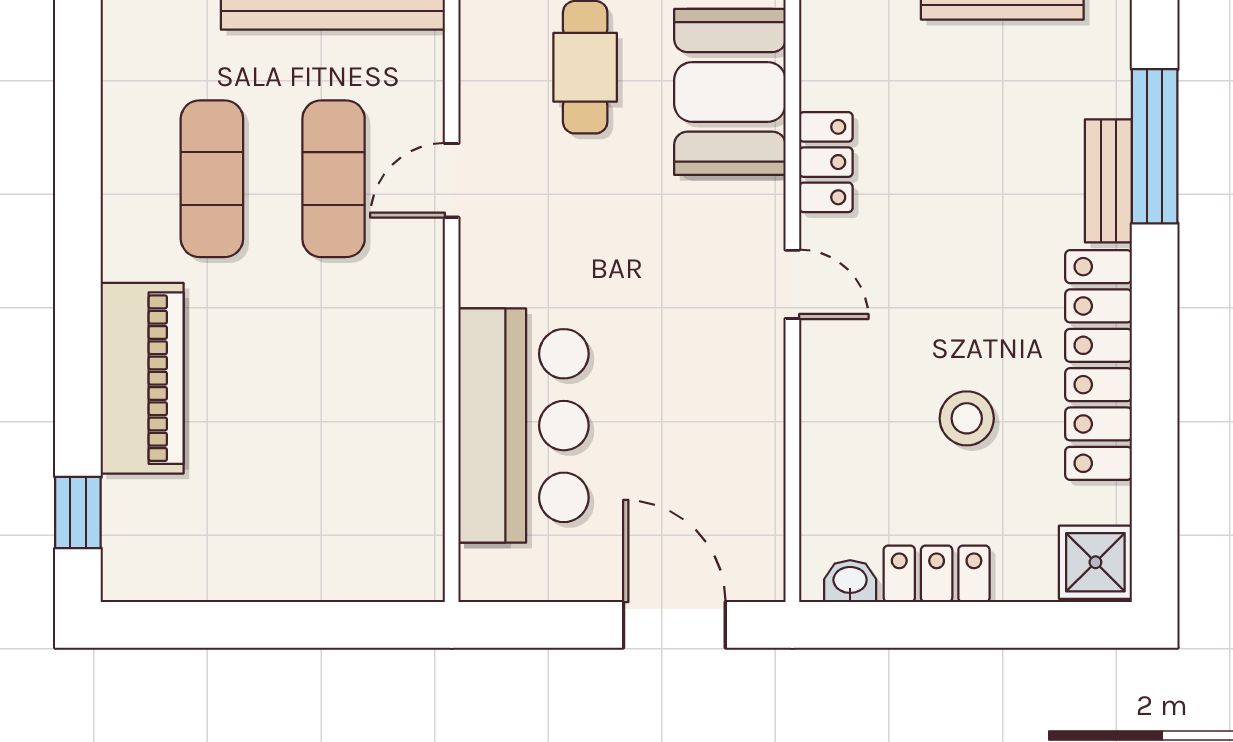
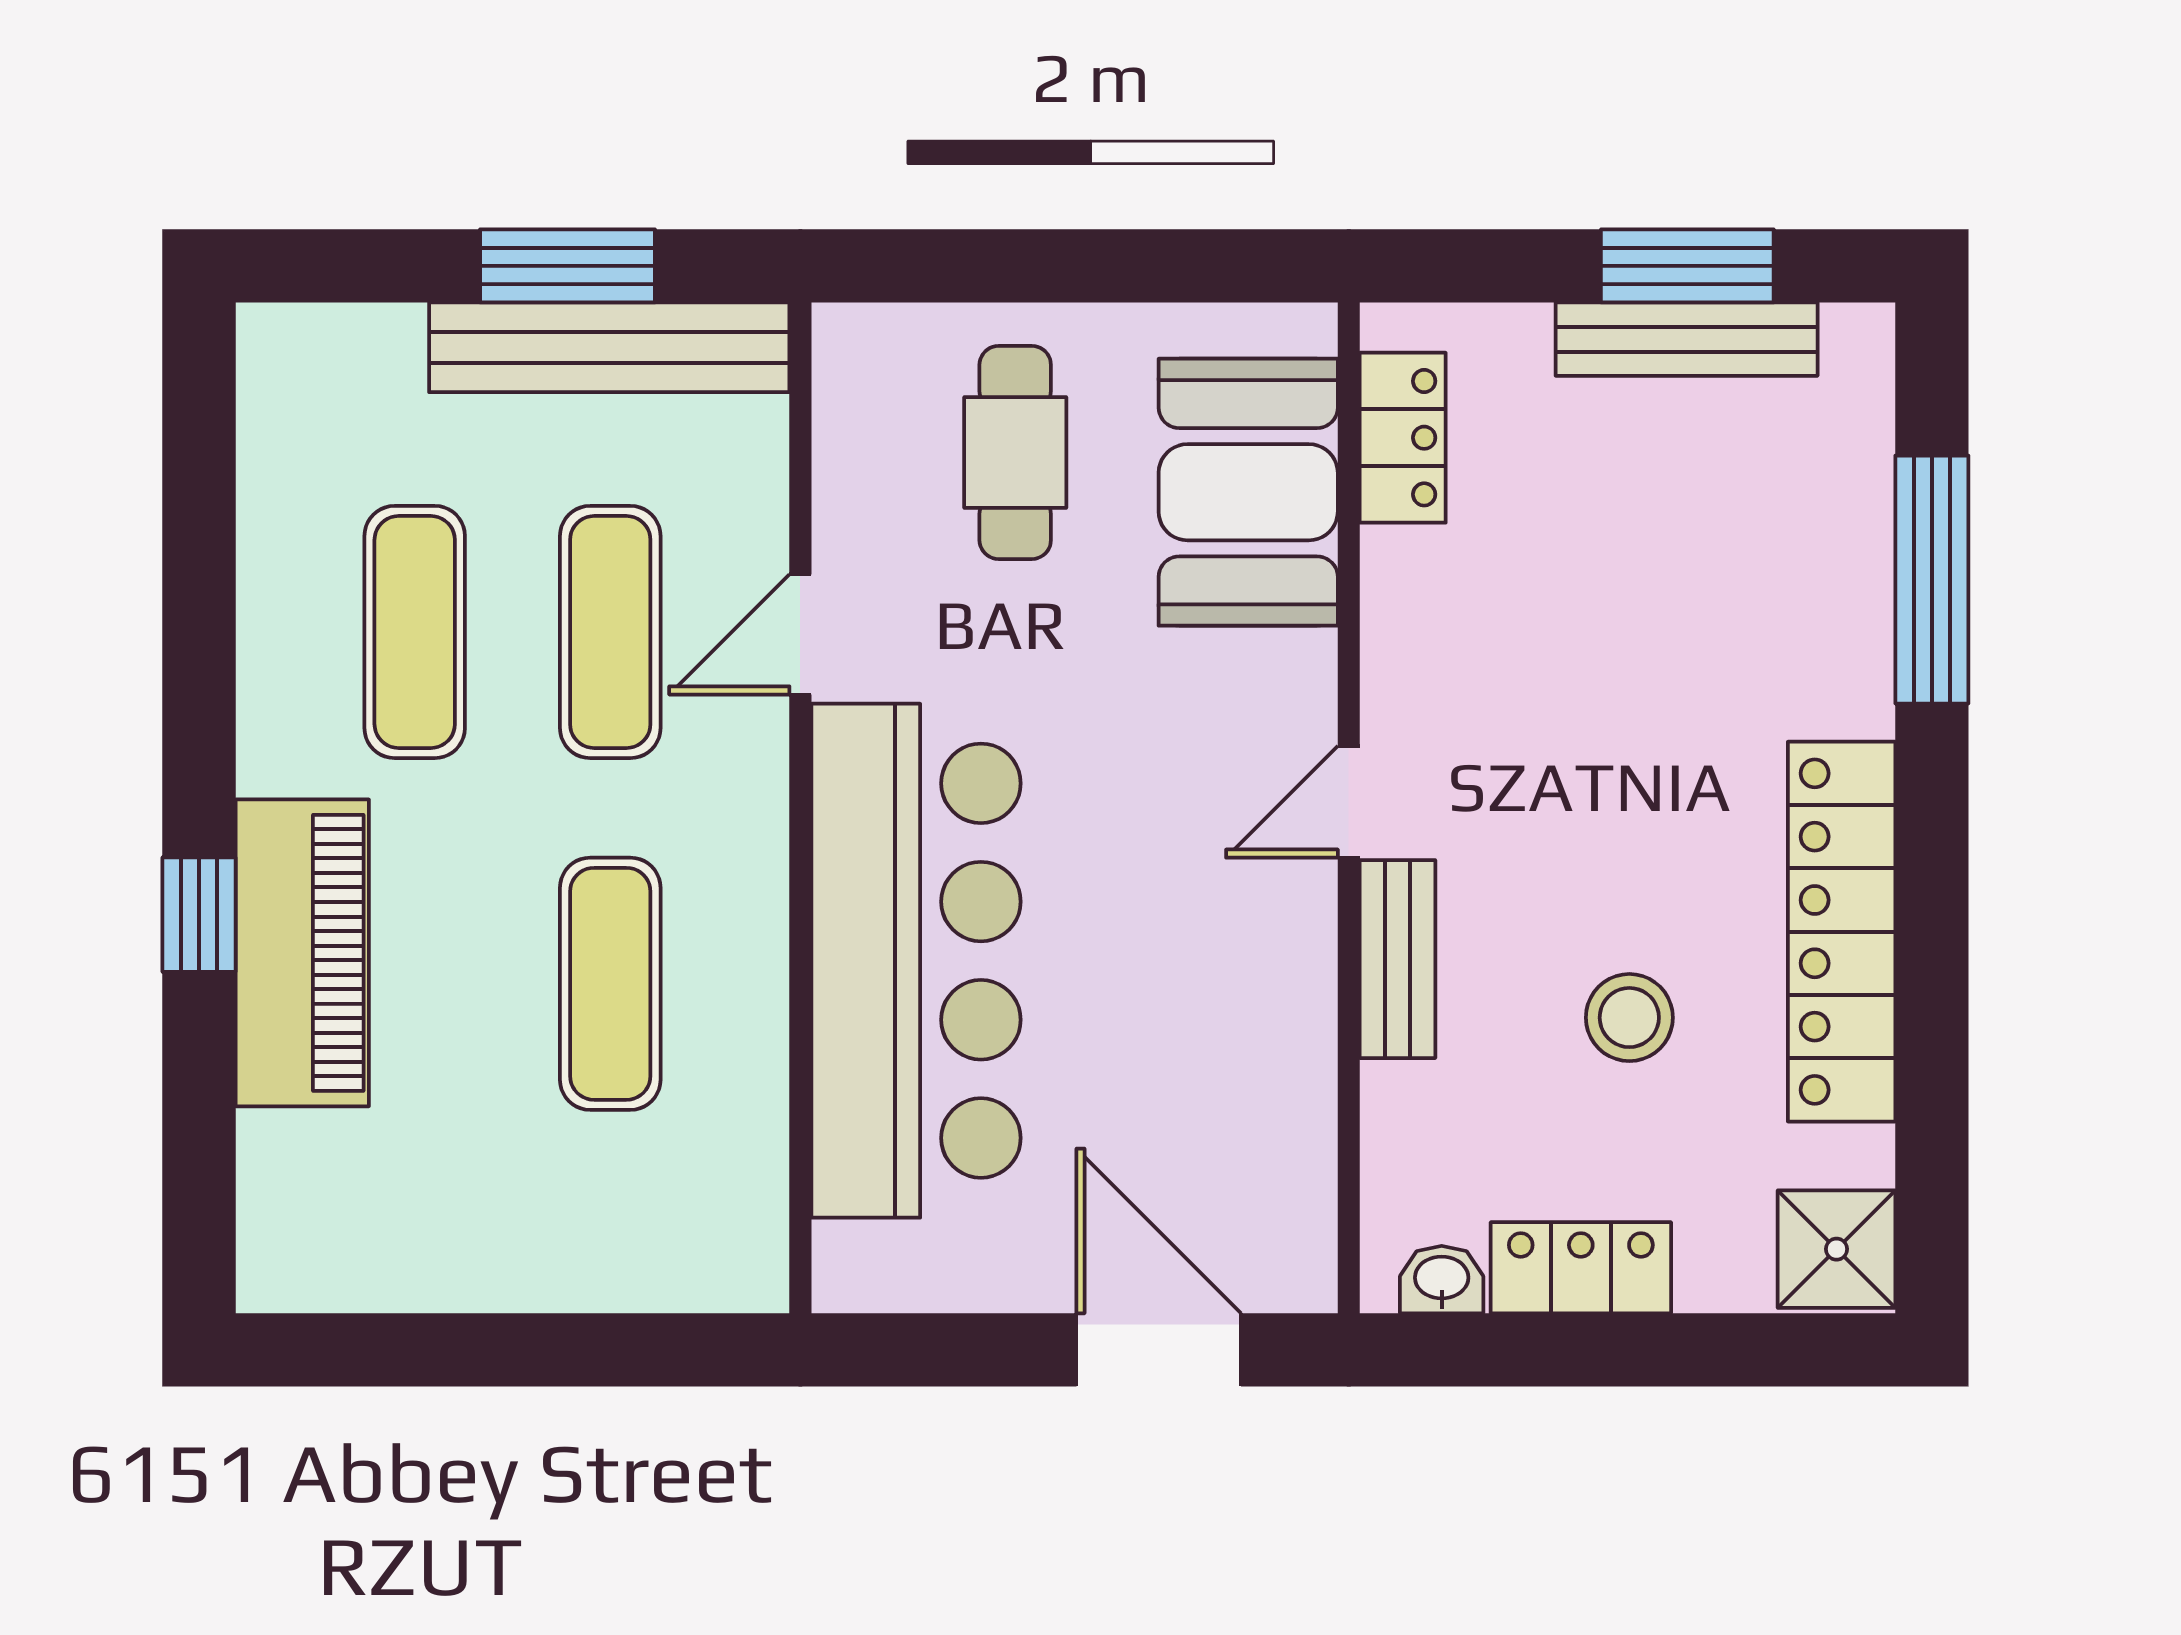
locker: (826, 162) -> (1403, 438), moved
bench: (1108, 181) -> (1398, 959), moved
door: (792, 284) -> (1349, 802), swing flipped
exercise mat: (334, 397) -> (610, 984), added
bar counter: (524, 426) -> (916, 961), width x1.36
window: (78, 513) -> (199, 915), moved

